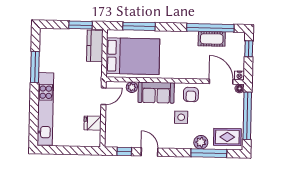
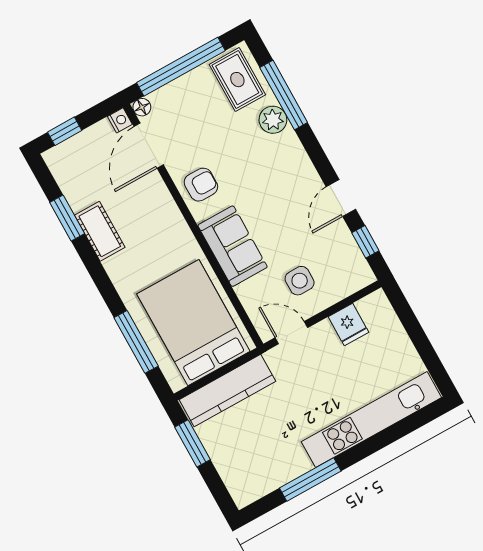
window: (210, 28) -> (67, 218), width x0.47
cot: (212, 39) -> (100, 231), moved
kitchen counter: (95, 46) -> (227, 391), width x1.50
plant: (132, 87) -> (248, 293), removed
side table: (181, 117) -> (300, 281), moved

